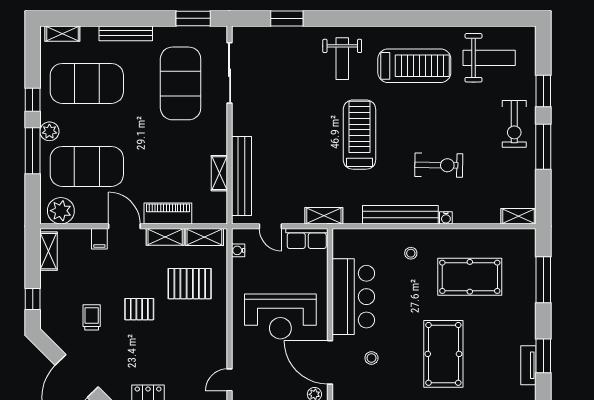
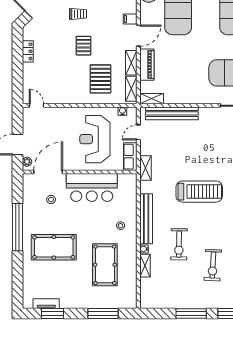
exercise bike: (514, 124) -> (213, 265), moved, turned -87
shelving: (219, 173) -> (152, 99), moved
shelving: (518, 216) -> (145, 266), moved
reception desk: (280, 316) -> (95, 139), moved

